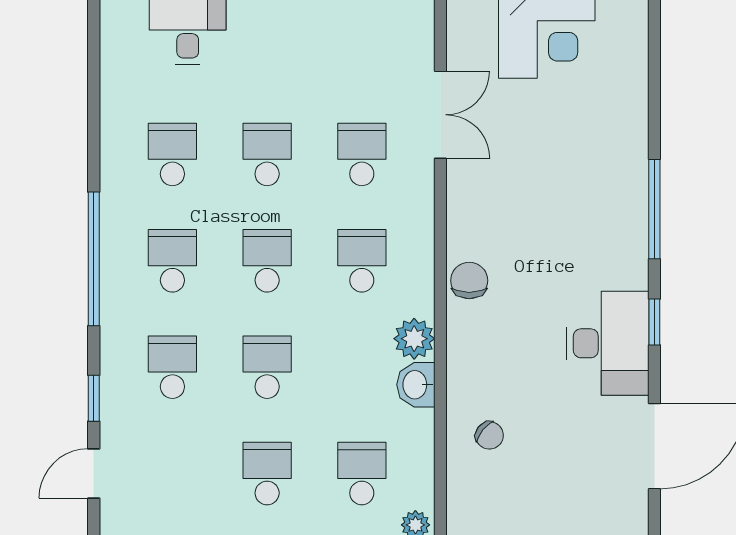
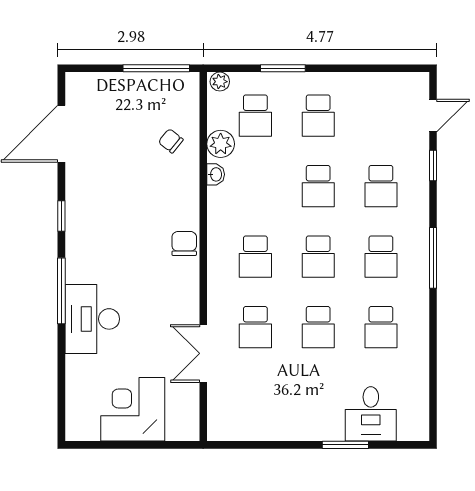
window: (94, 259) -> (433, 258), width x0.68
chair: (469, 281) -> (184, 244), turned 180
plant: (414, 339) -> (221, 144), moved
desk: (608, 343) -> (92, 319), moved
washbasin: (416, 385) -> (216, 174), width x0.72, depth x0.69

